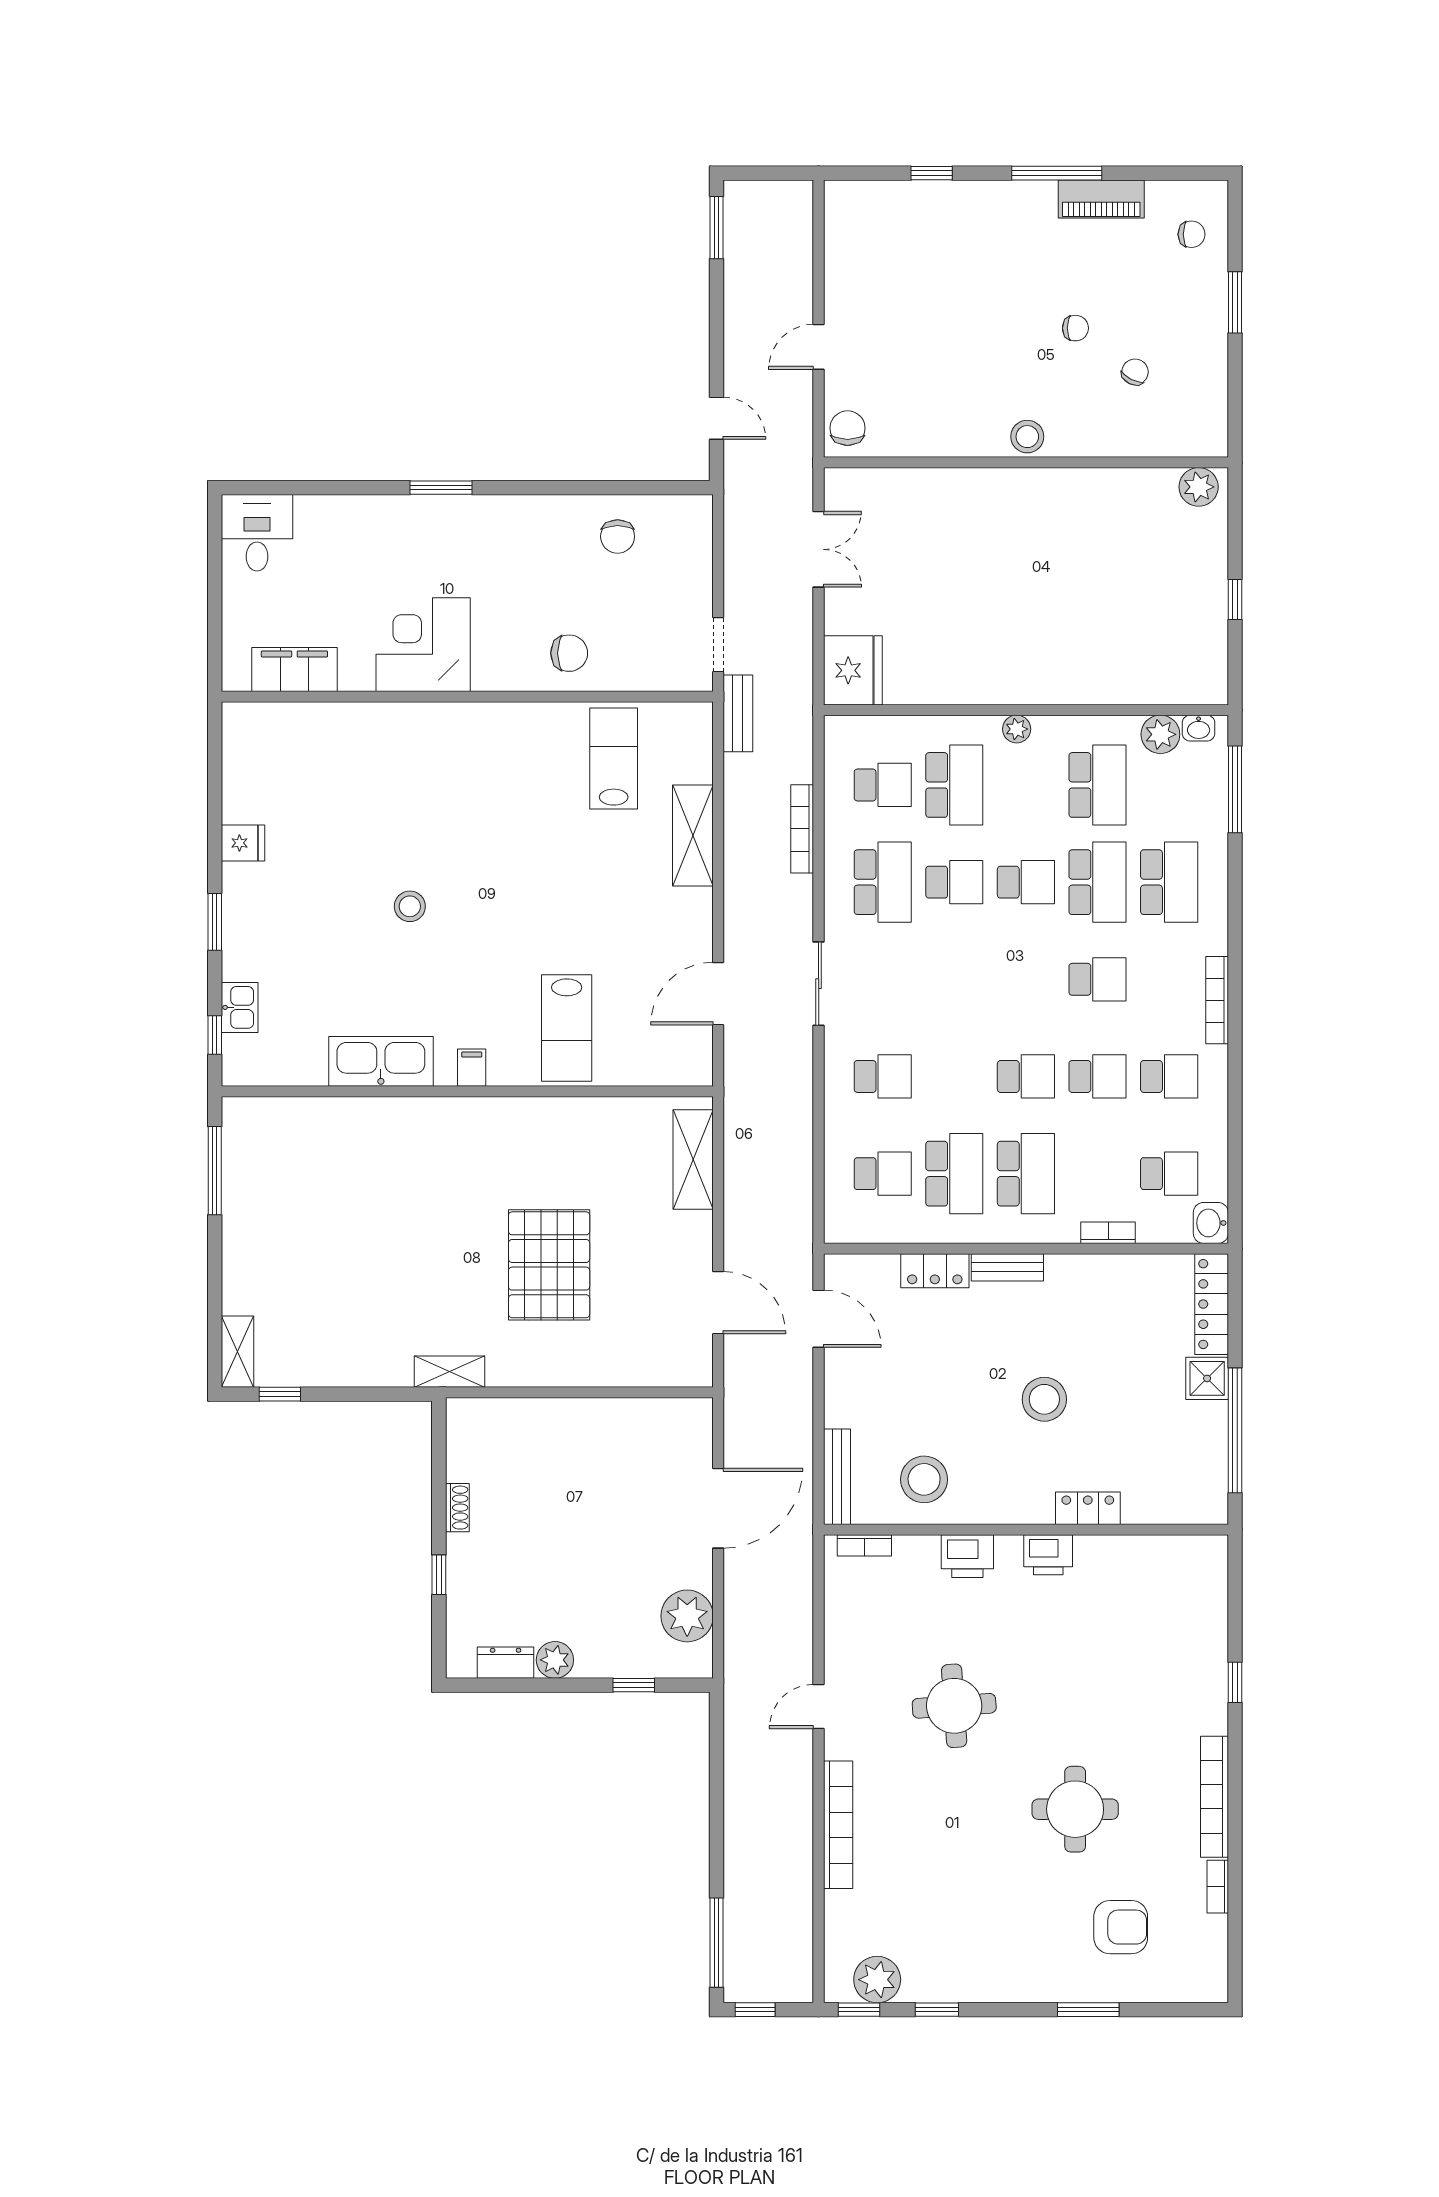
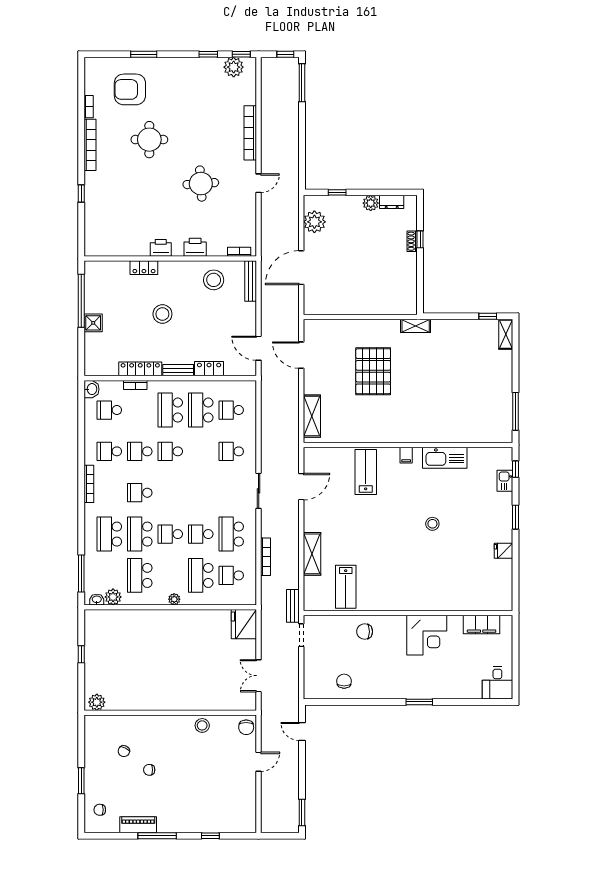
stool: (1027, 437) -> (202, 725), moved
locker: (1212, 1304) -> (140, 369), moved, turned -90
shoe rack: (457, 1508) -> (412, 241), moved
armchair: (1121, 1927) -> (130, 89), width x1.36, depth x1.36

